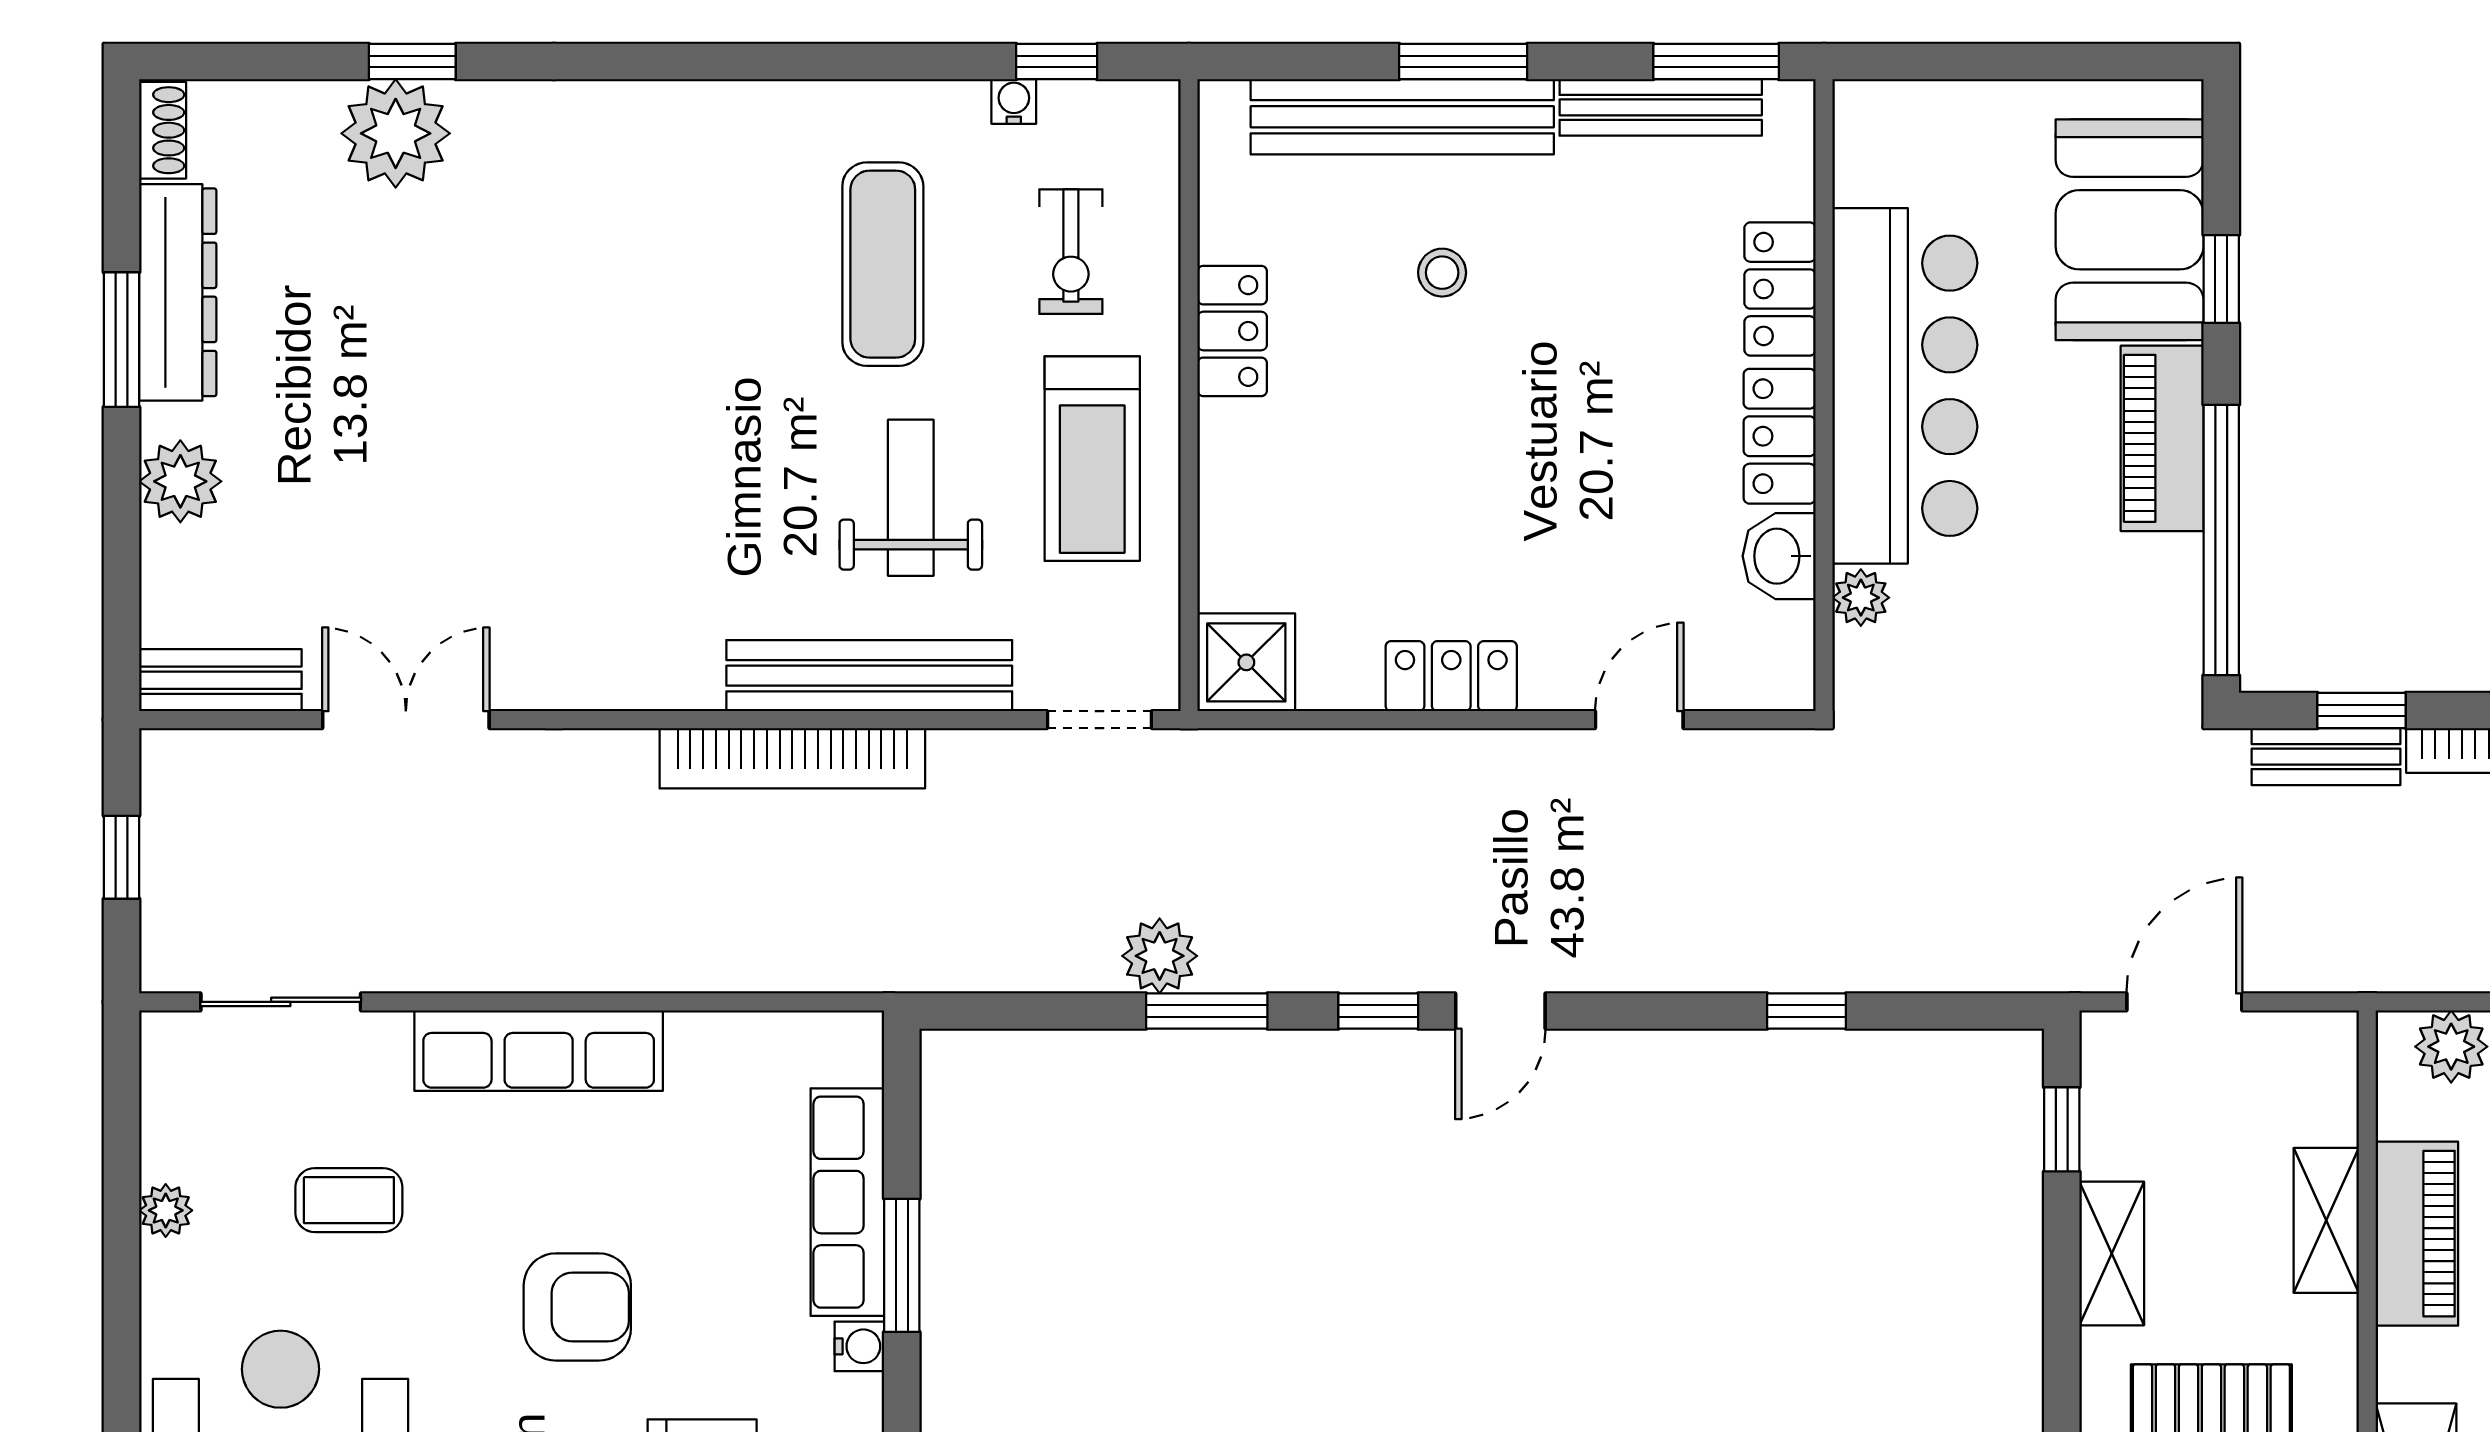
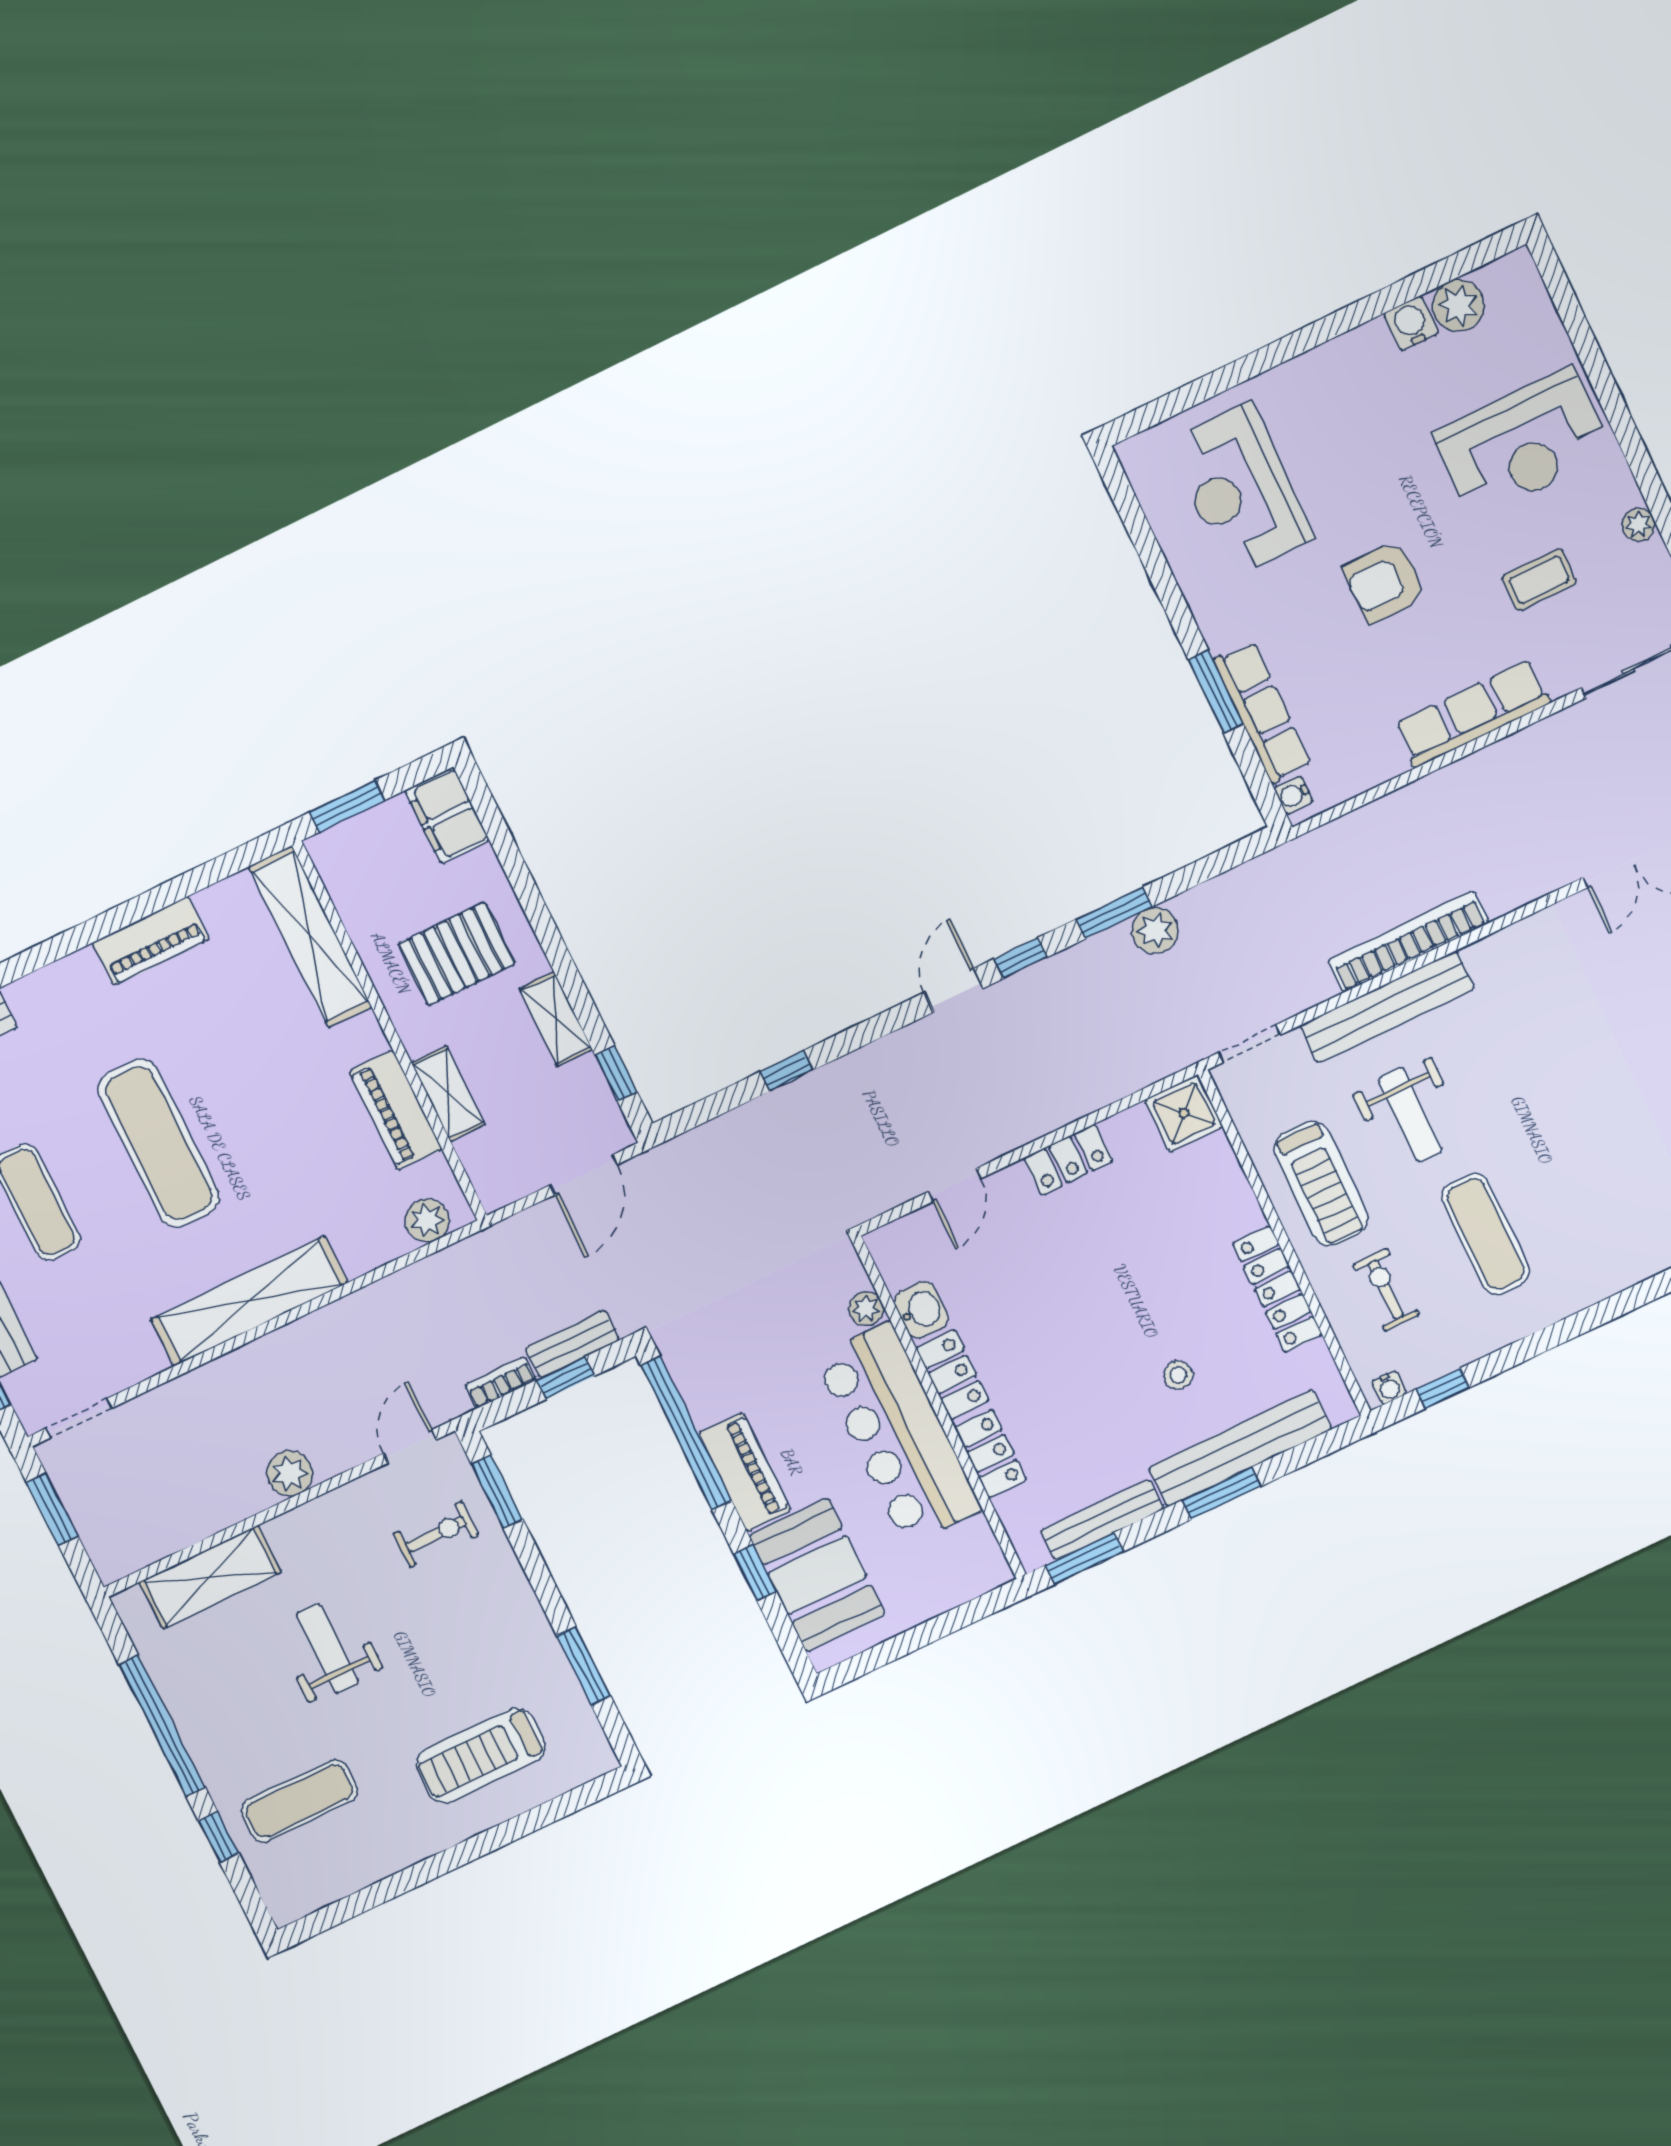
water cooler: (1014, 101) -> (1389, 1387), moved
locker: (1232, 331) -> (1277, 1289), width x1.53
treadmill: (1092, 459) -> (1321, 1184), turned 180
water cooler: (859, 1346) -> (1293, 795), moved

